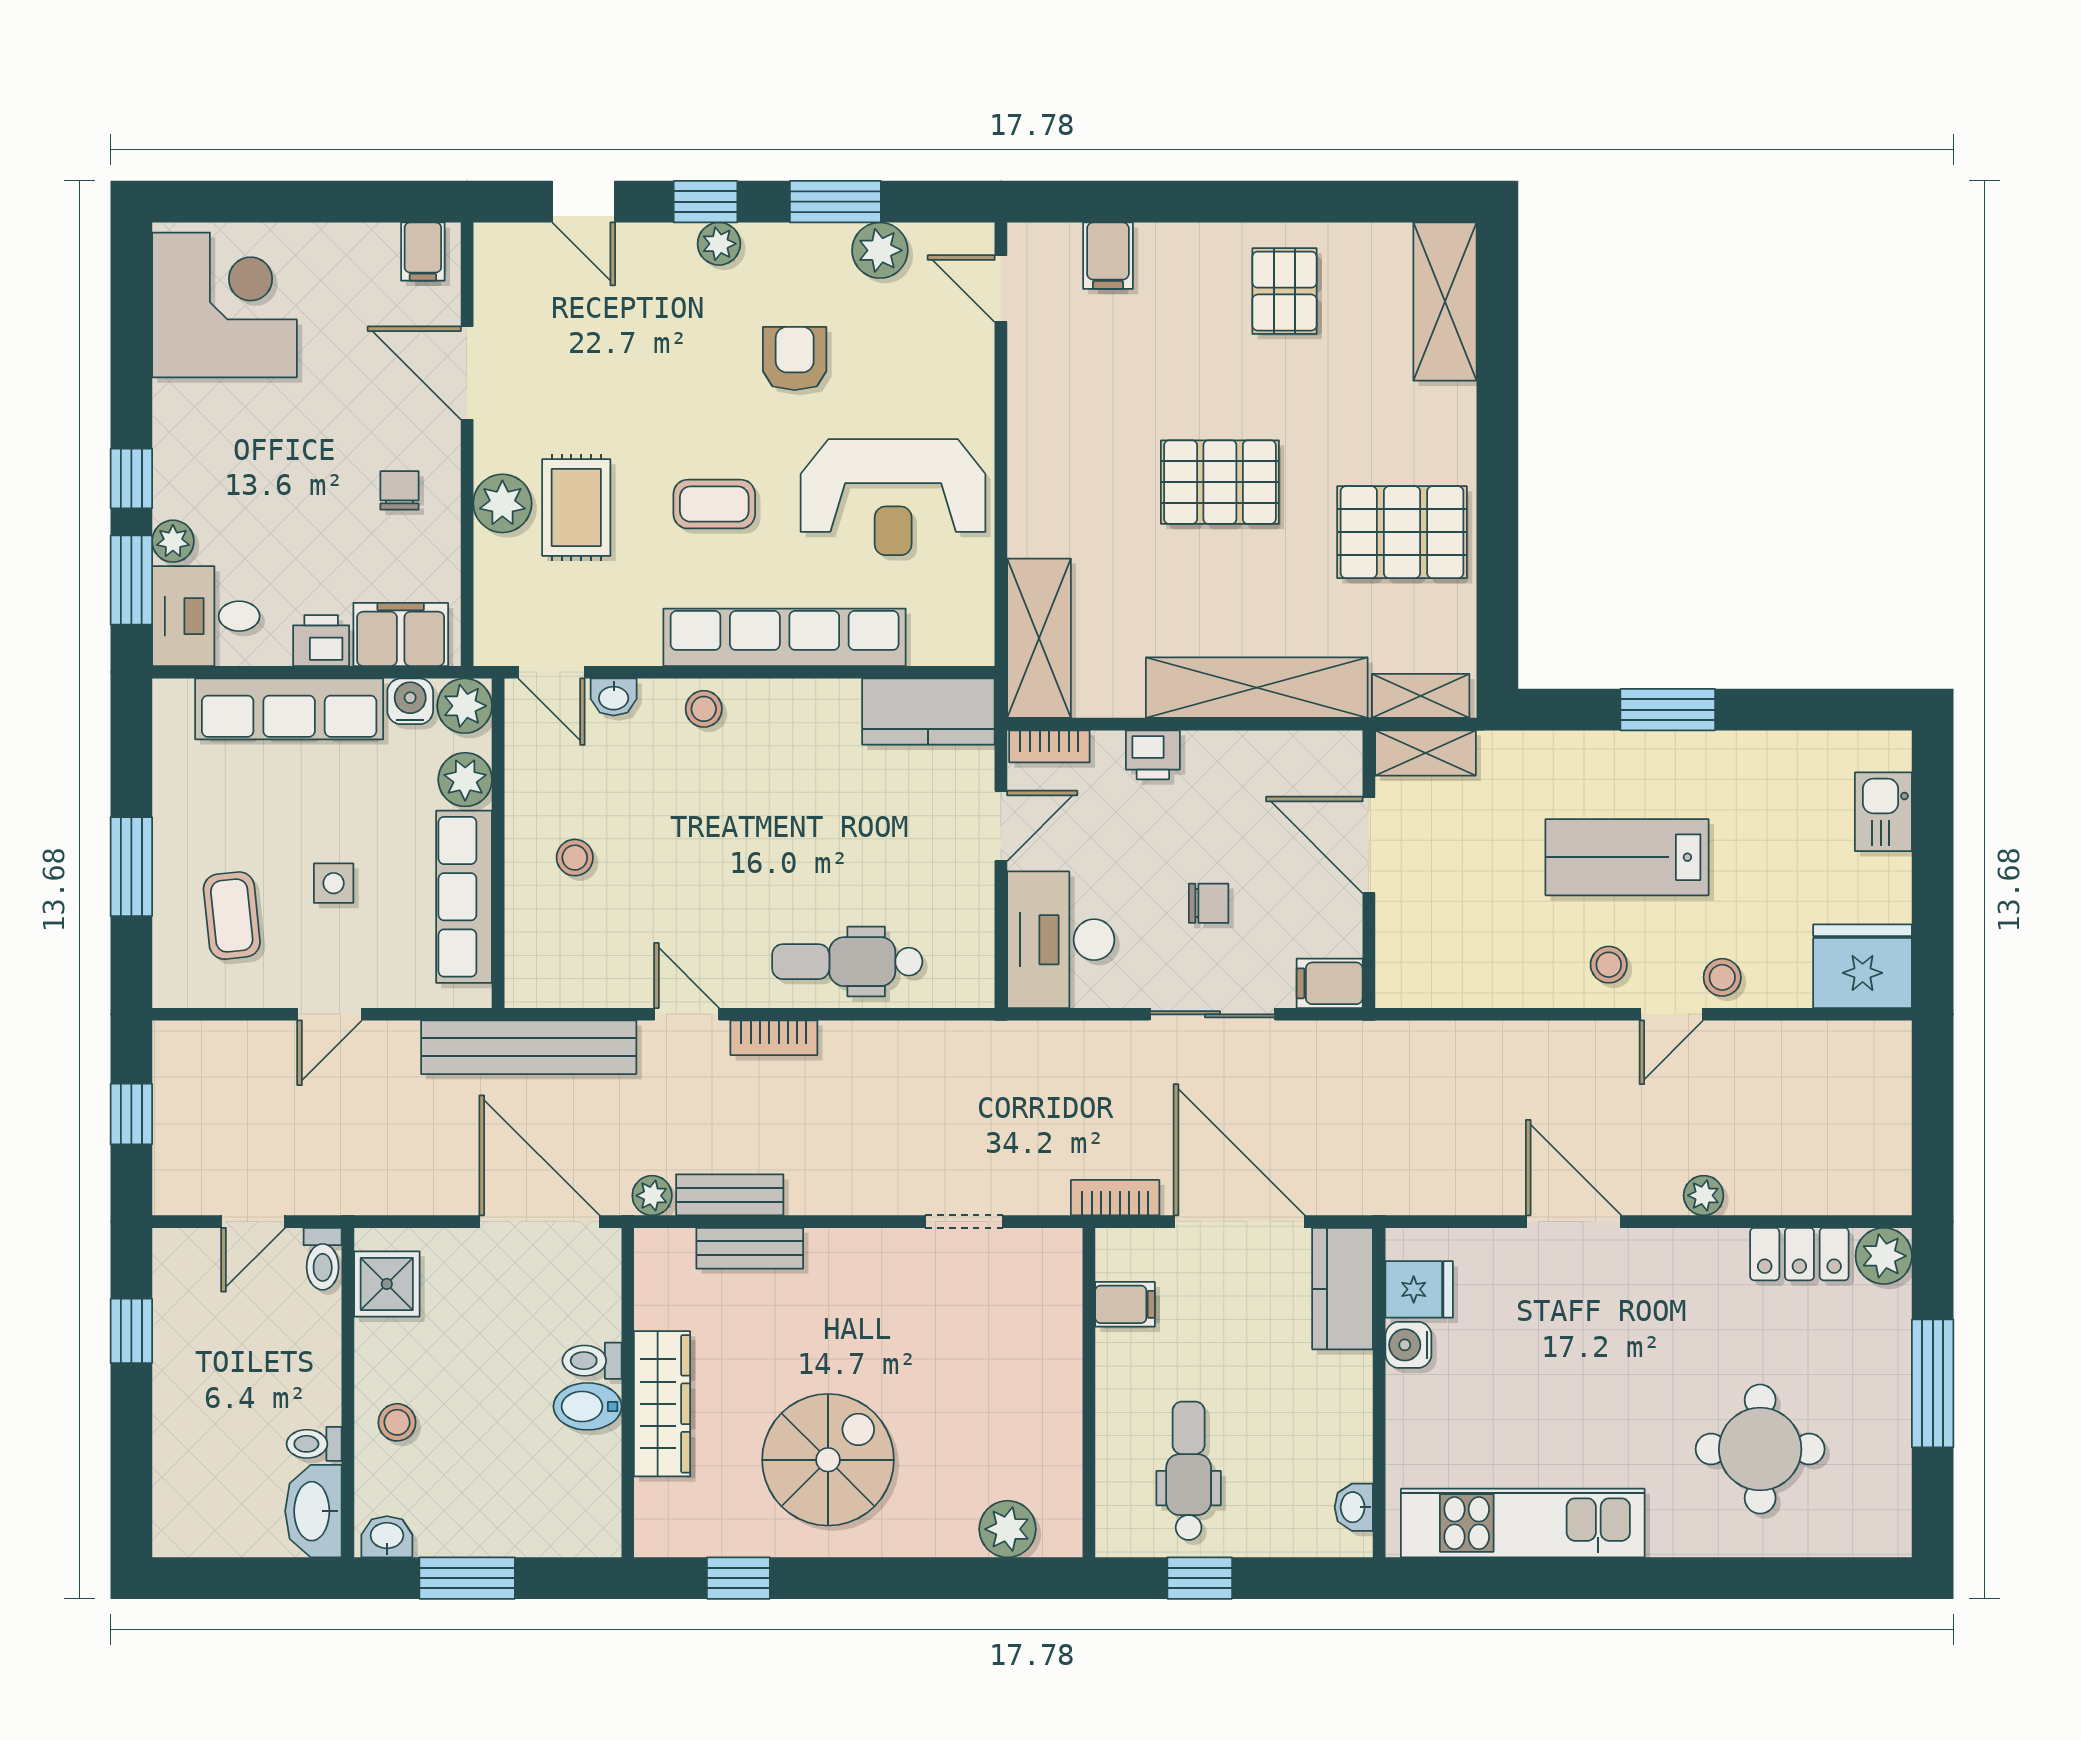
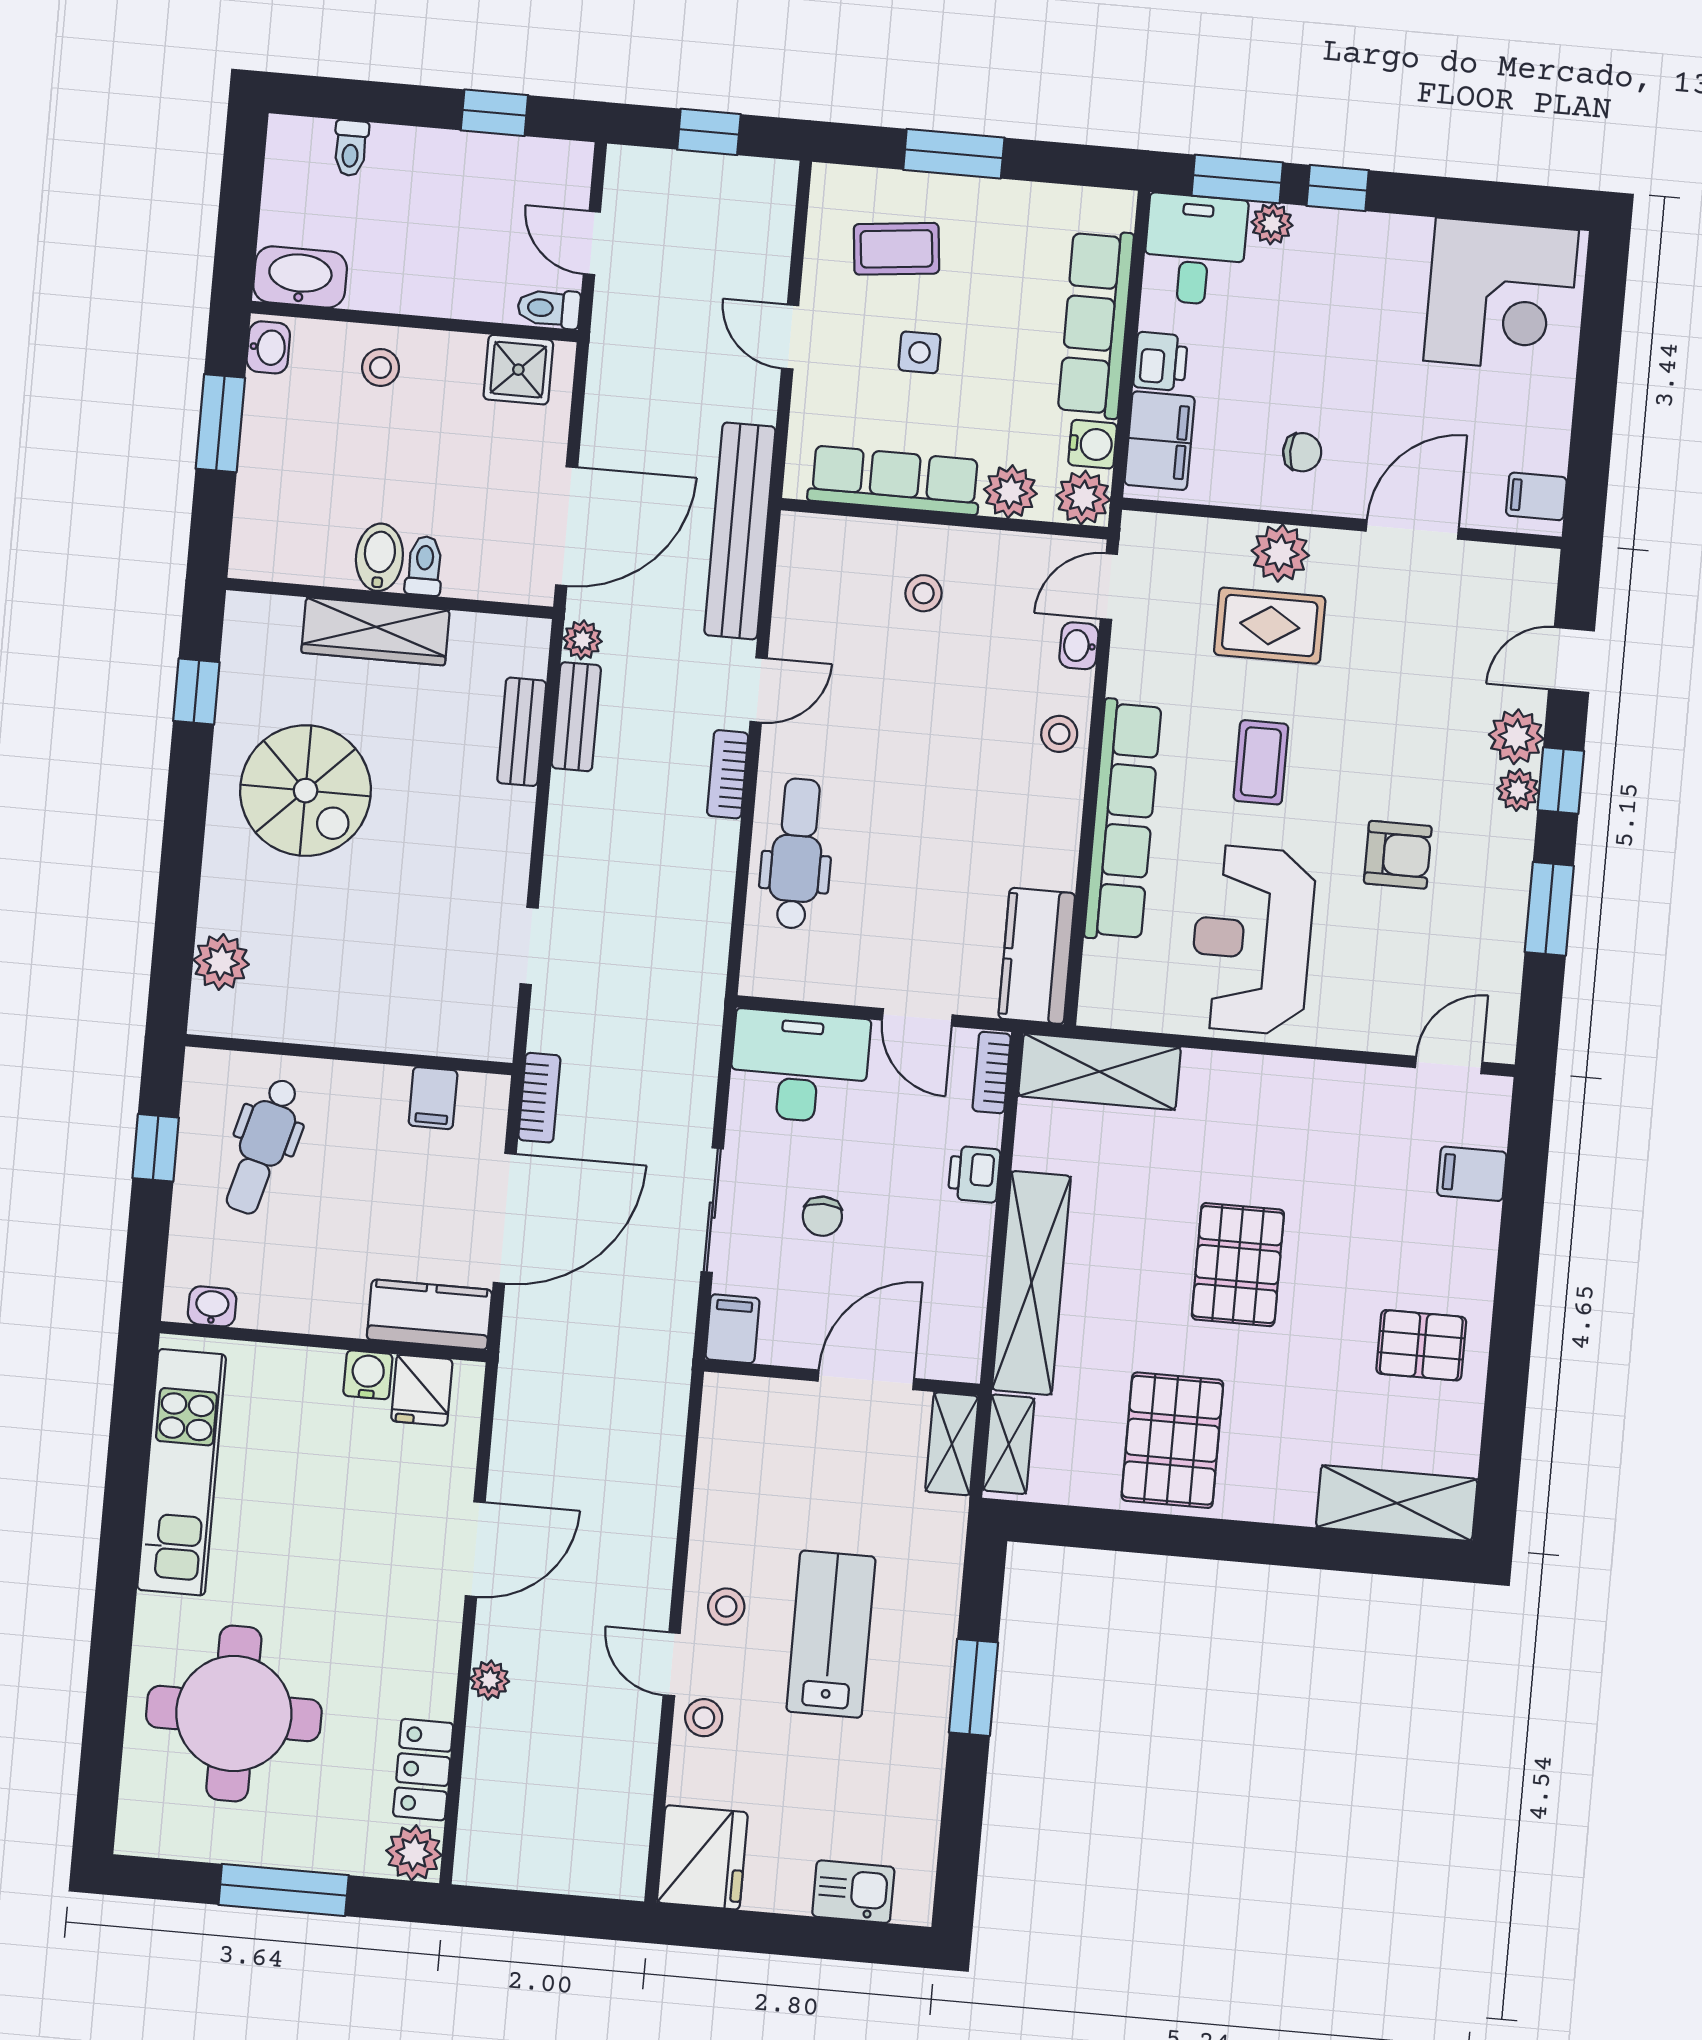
plant: (880, 250) -> (1516, 737), moved
toilet: (314, 1444) -> (351, 148), moved, turned 180
round table: (1760, 1449) -> (234, 1713), width x1.36, depth x1.36
dental chair: (1189, 1471) -> (263, 1146), turned 105

